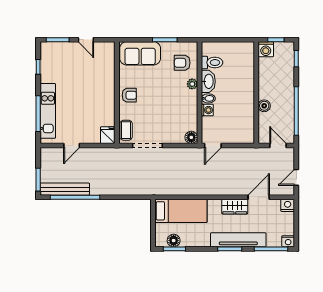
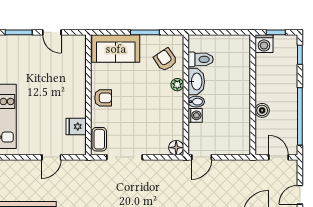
armchair: (182, 63) -> (165, 60), turned 56
fridge: (108, 135) -> (76, 127), moved, turned -90
door: (72, 146) -> (51, 157), moved

